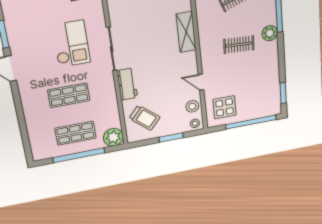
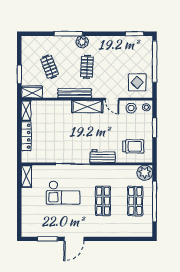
shelving: (186, 32) -> (87, 107), moved
bench: (204, 35) -> (75, 93), added
checkout: (71, 44) -> (63, 193), turned 180
door: (201, 82) -> (112, 99), hinge flipped
trolley: (145, 118) -> (133, 146), turned 49

